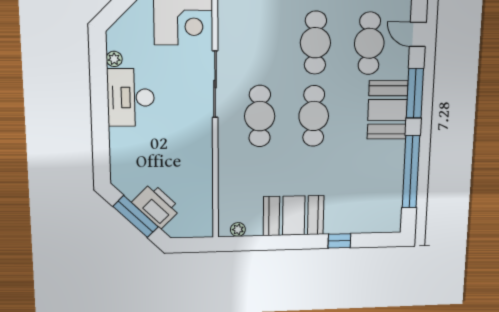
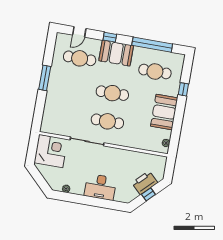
cafe table: (315, 43) -> (155, 72), moved
window: (415, 93) -> (110, 37), width x0.46
desk: (131, 98) -> (100, 187), moved
window: (136, 217) -> (148, 194), width x0.46

